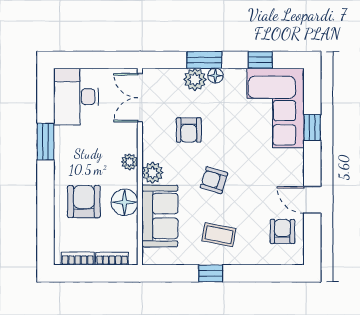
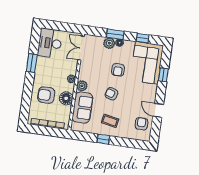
armchair: (189, 130) -> (118, 70), moved
armchair: (84, 202) -> (46, 95), turned -90

